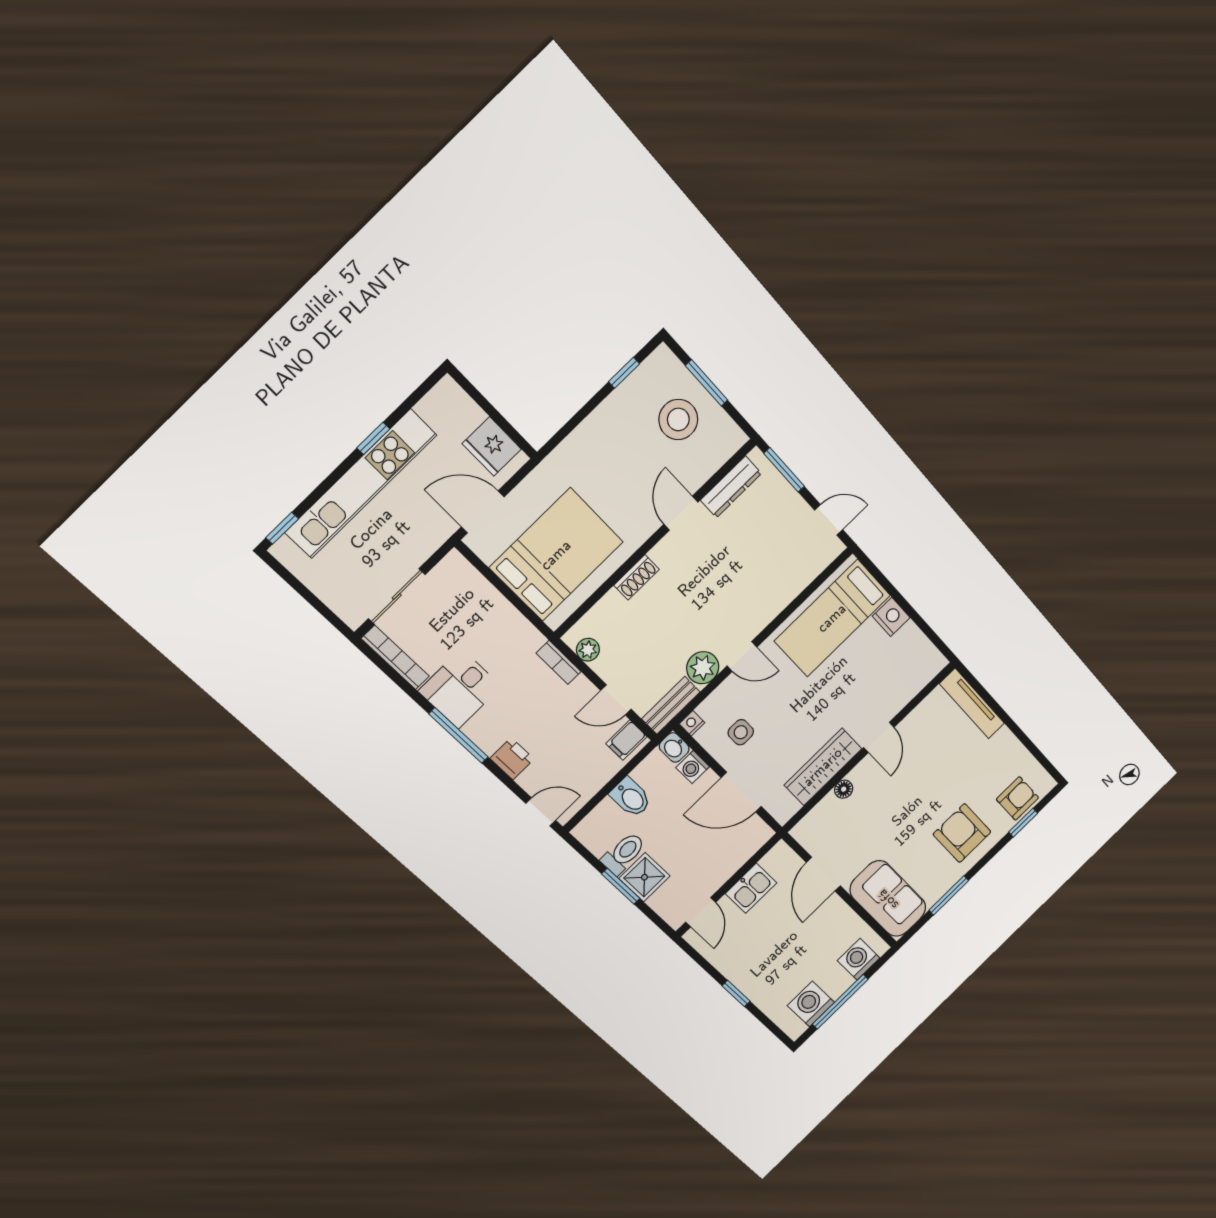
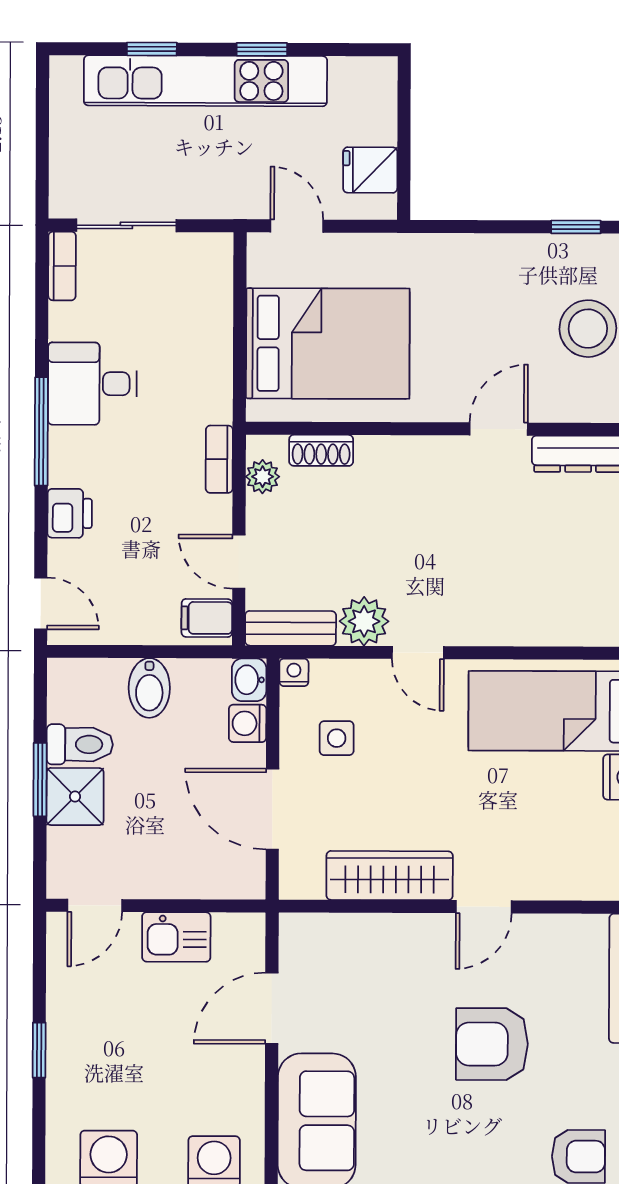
fridge: (492, 446) -> (370, 170), width x0.72
door: (483, 512) -> (297, 226), width x0.73
window: (282, 528) -> (152, 49), moved
shoe rack: (636, 577) -> (321, 450), moved
bookcase: (395, 657) -> (62, 266), width x0.64
floor lamp: (844, 789) -> (388, 928), removed
armchair: (962, 833) -> (492, 1044), moved, turned -90

